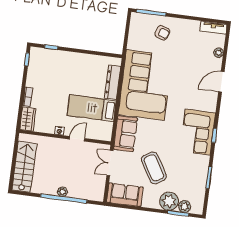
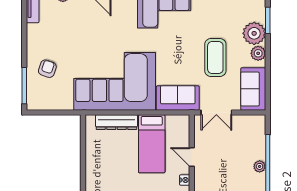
coffee table: (154, 168) -> (215, 58), turned -59
plant: (185, 207) -> (258, 53), moved

